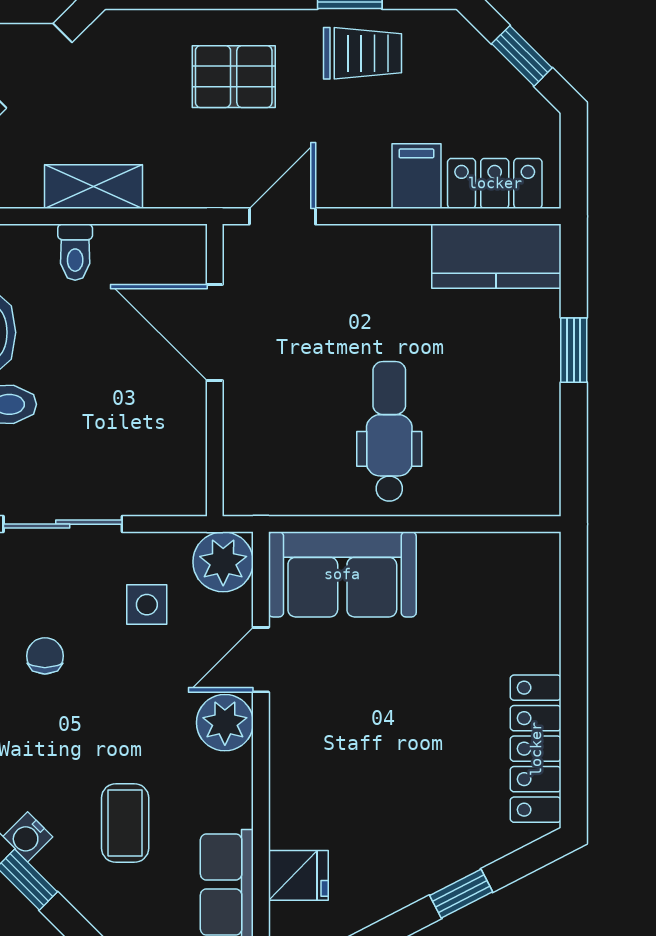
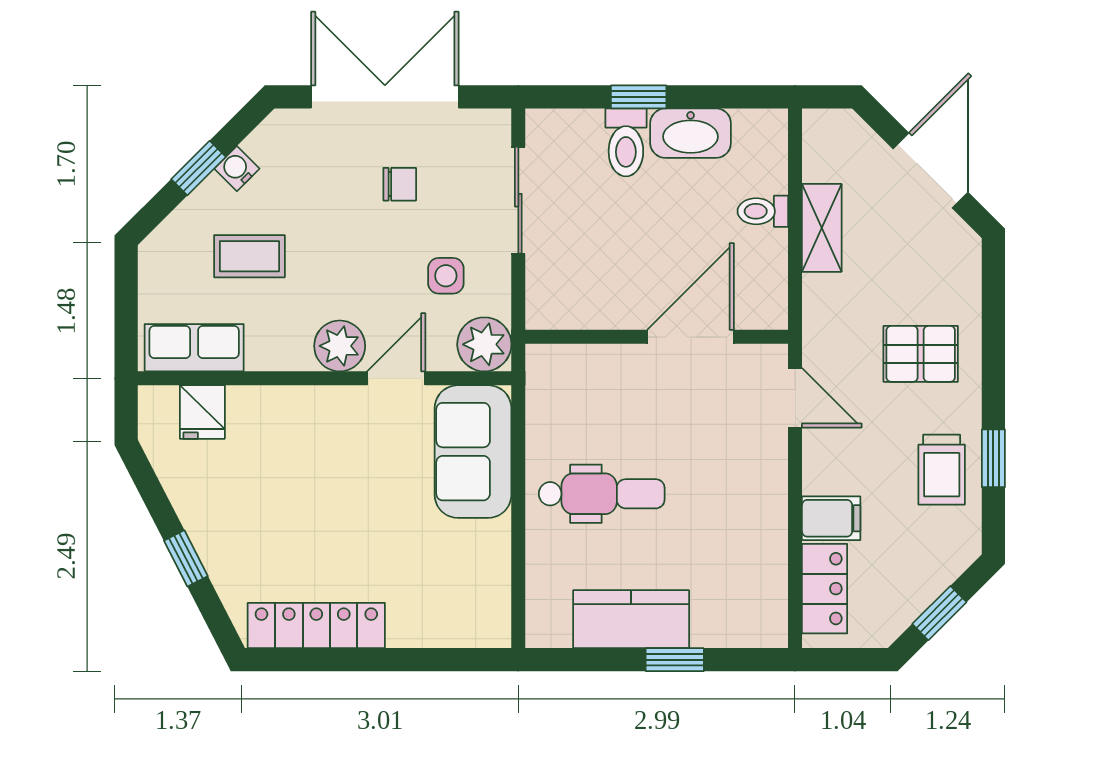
pallet: (234, 77) -> (921, 354), turned 90
kitchen counter: (496, 256) -> (631, 619), moved, turned 90
door: (261, 660) -> (396, 378), hinge flipped

